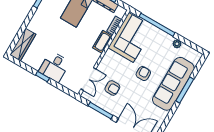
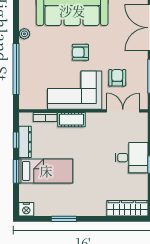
corner sofa: (131, 37) -> (75, 90), moved

